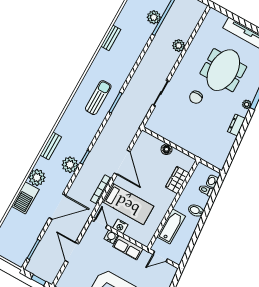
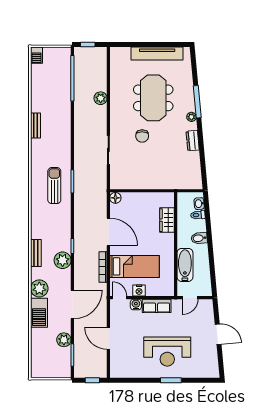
plant: (154, 17) -> (64, 340), moved
floor lamp: (167, 149) -> (115, 198), moved

